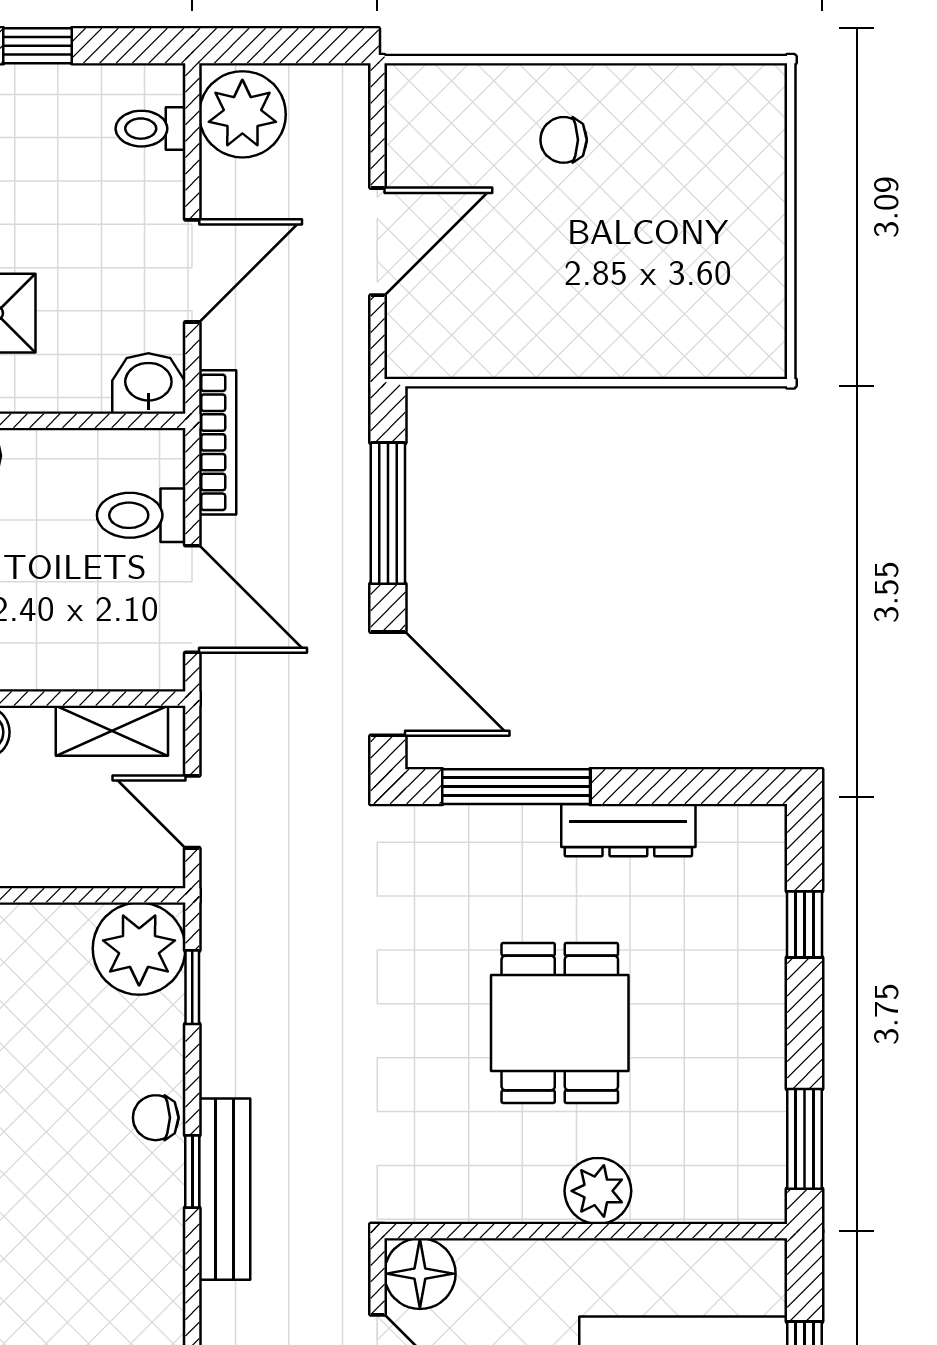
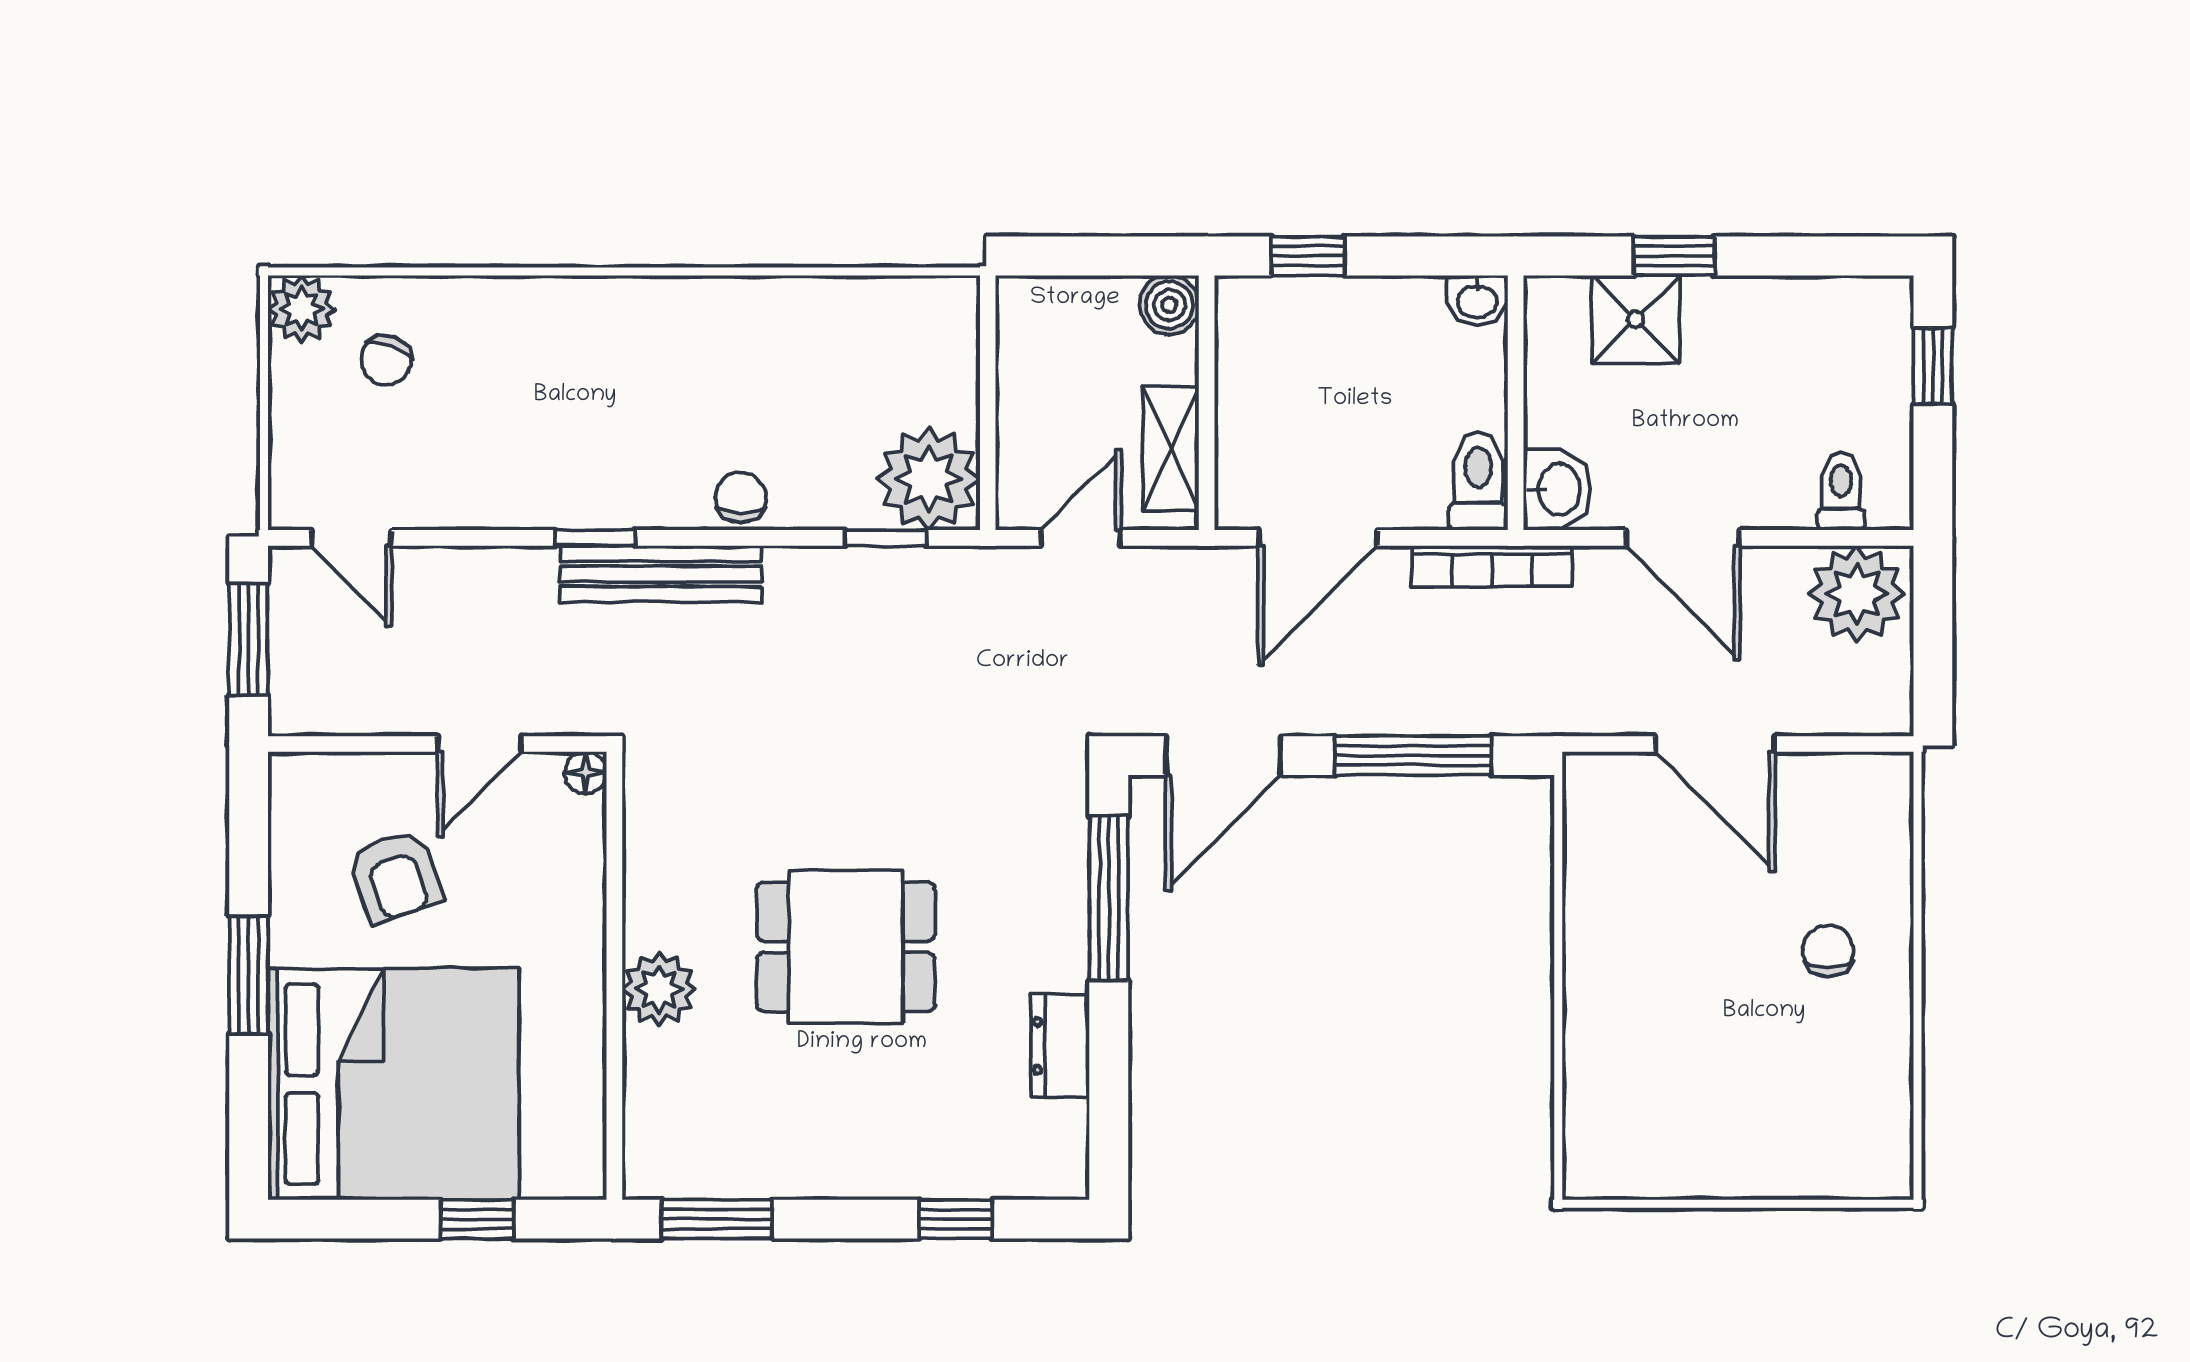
toilet: (141, 515) -> (1478, 481), moved
dresser: (628, 830) -> (1060, 1046), width x0.70
window: (192, 1171) -> (595, 538), moved
floor lamp: (420, 1274) -> (586, 773), width x0.53, depth x0.53

